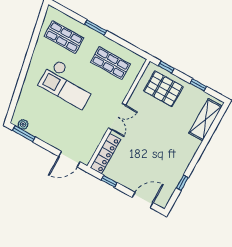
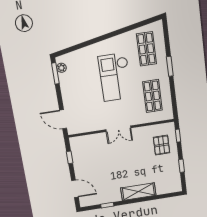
pallet: (163, 89) -> (161, 145), width x0.67, depth x0.71
shelving: (205, 120) -> (138, 192), moved
locker: (105, 154) -> (87, 141), removed

